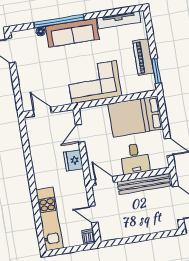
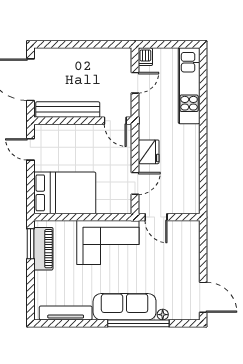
piano: (143, 57) -> (43, 249), moved
door: (42, 112) -> (156, 217), moved
desk: (135, 159) -> (74, 142), removed
door: (93, 214) -> (135, 83), hinge flipped

